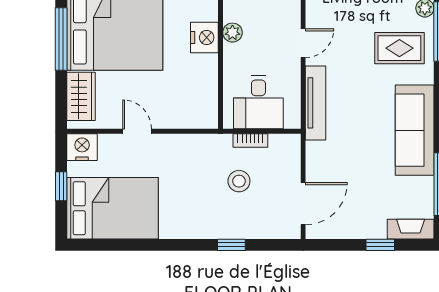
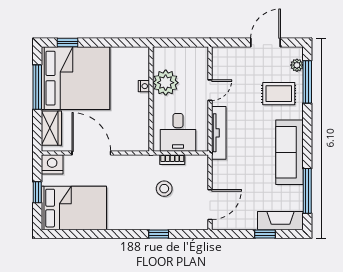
plant: (232, 33) -> (166, 83), width x1.87, depth x1.87
nightstand: (204, 38) -> (144, 86), width x0.53, depth x0.56
door: (137, 131) -> (91, 153), width x1.88
fireplace: (411, 229) -> (280, 221), width x1.37, depth x1.32

